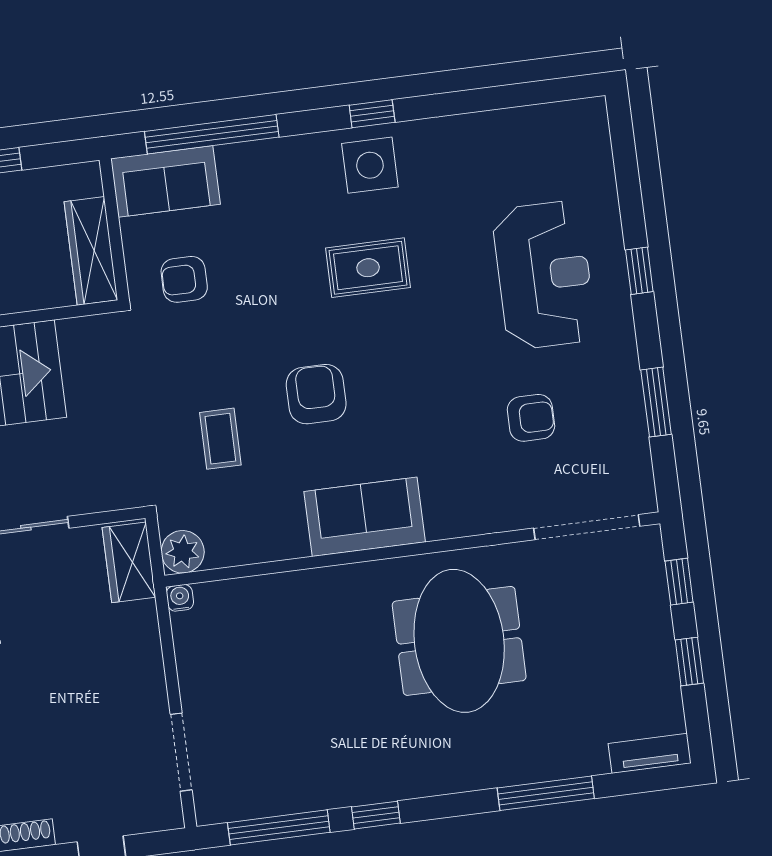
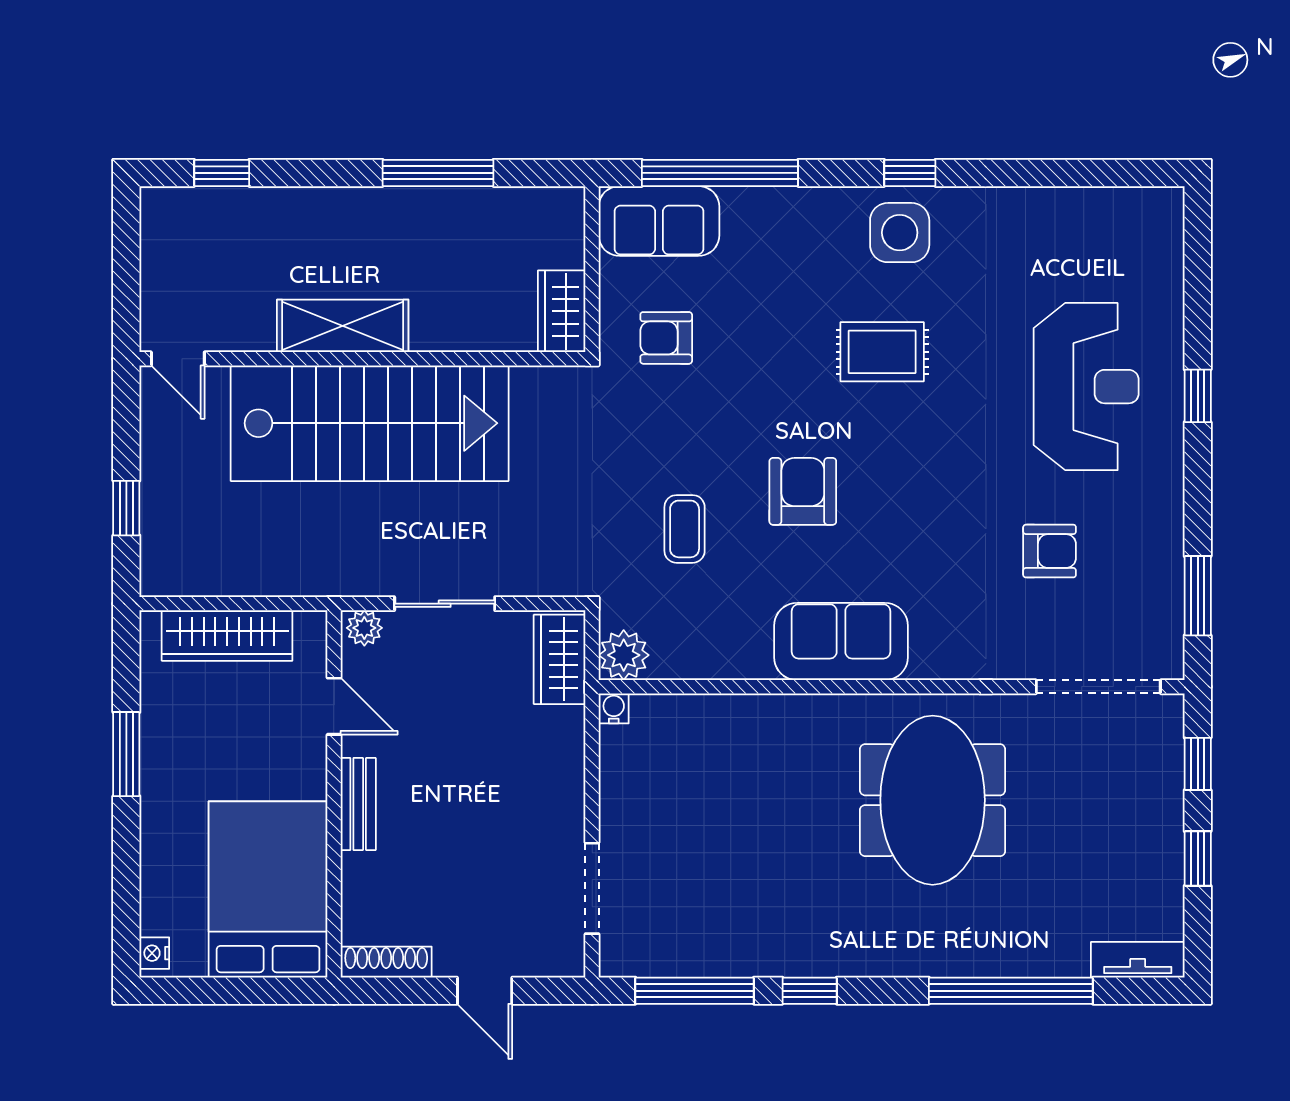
wardrobe: (91, 251) -> (562, 311), width x0.67
window: (656, 402) -> (1198, 596), moved
window: (546, 793) -> (1011, 991), width x1.46

